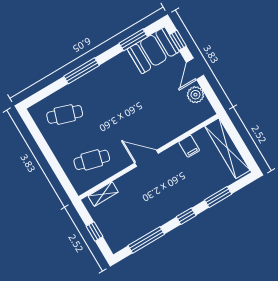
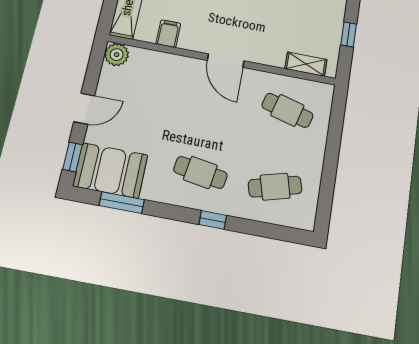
window: (81, 71) -> (213, 220), width x0.46
cafe table: (108, 89) -> (200, 172), added
plant: (195, 95) -> (117, 55), moved
cafe table: (65, 114) -> (275, 187), turned -33

